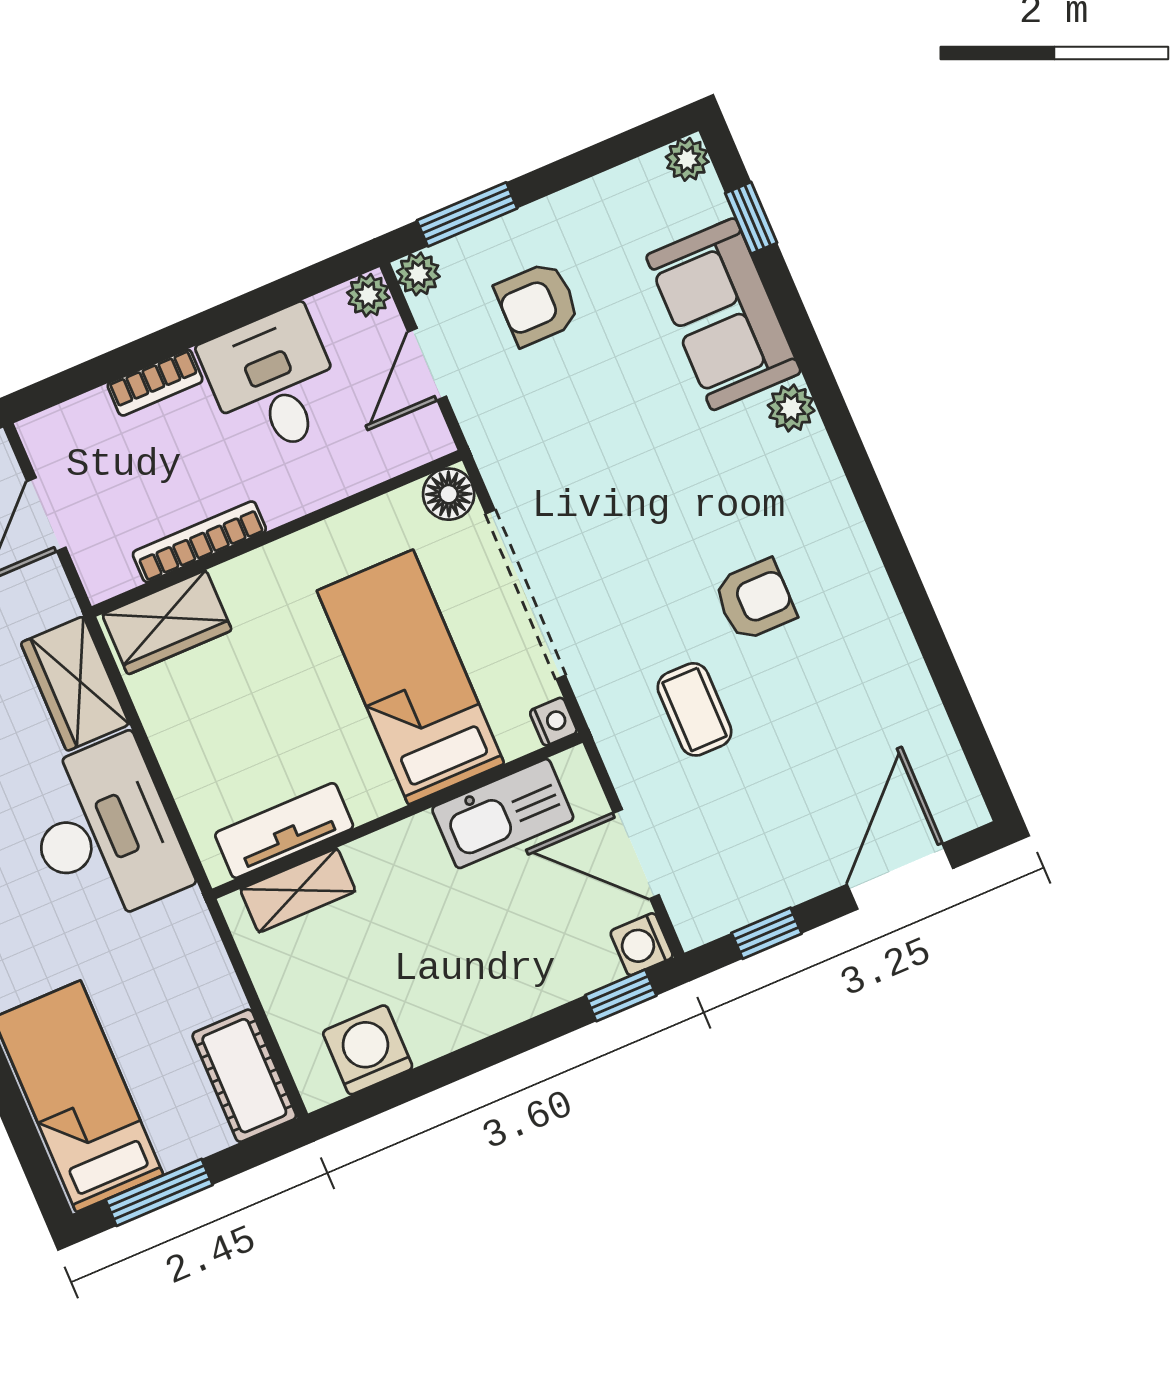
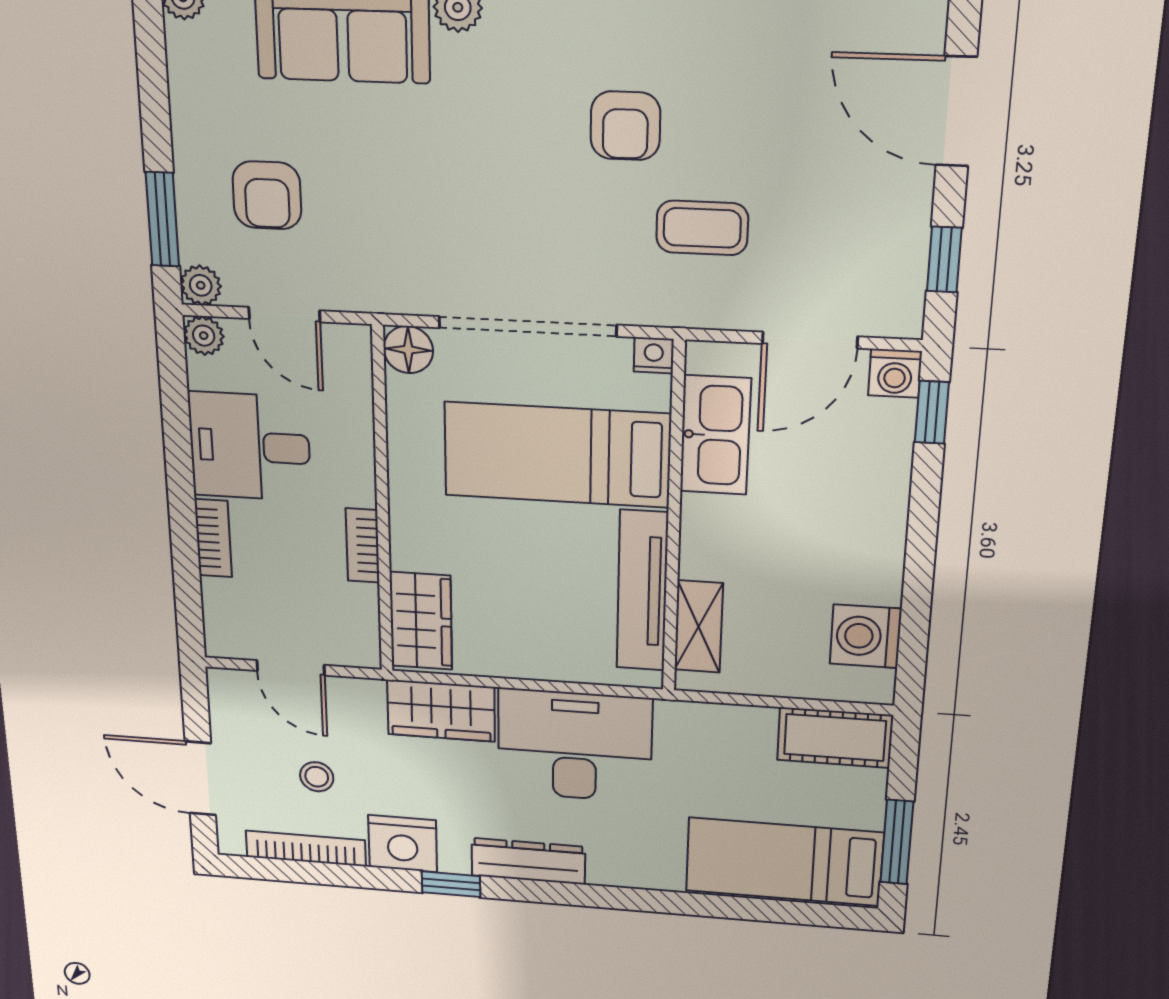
bookcase: (199, 542) -> (363, 546), width x0.64
armchair: (755, 600) -> (625, 126), turned 180
tv unit: (284, 831) -> (642, 591), width x1.41

